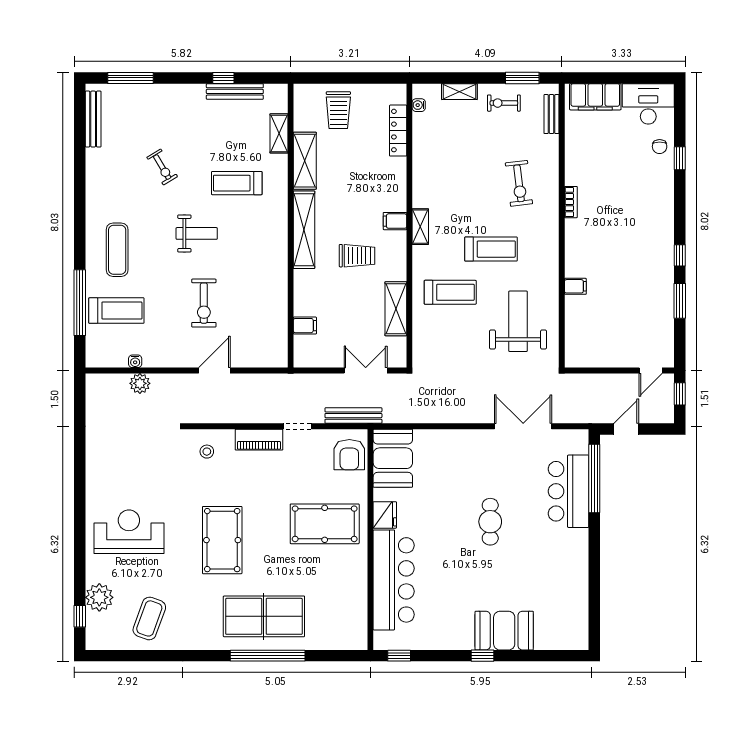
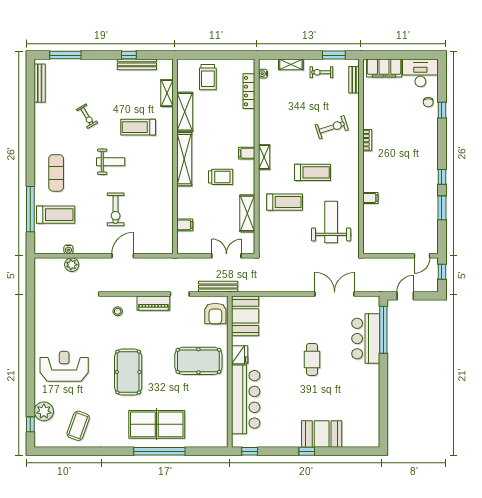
exercise bike: (519, 183) -> (332, 127), turned -101

